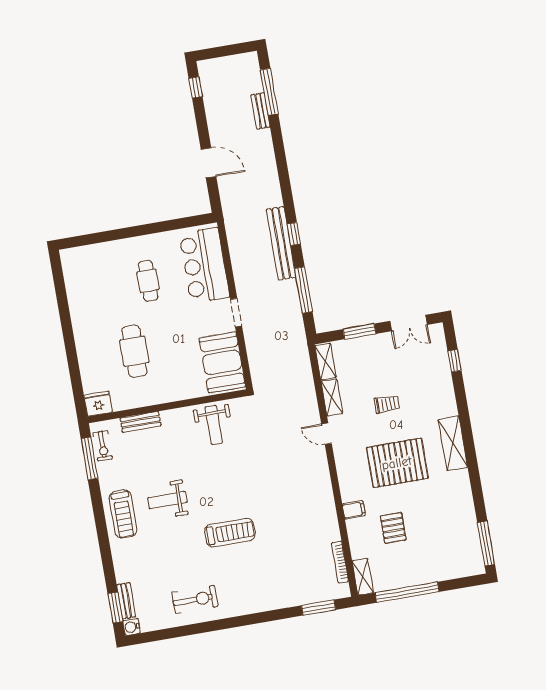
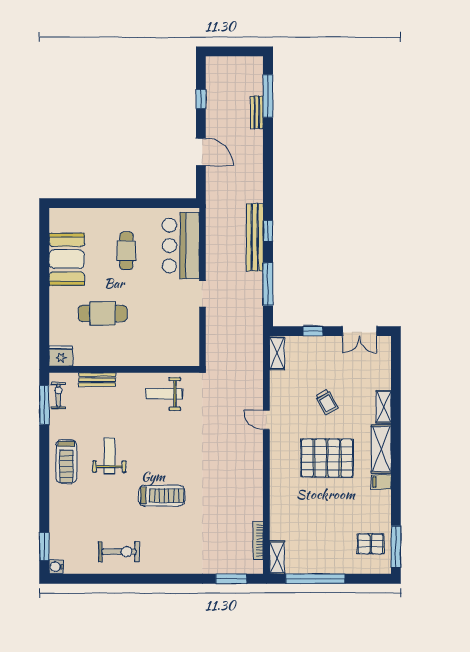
window: (196, 87) -> (201, 99), moved
window: (359, 331) -> (313, 331), width x0.67
cafe table: (134, 351) -> (103, 313), turned 90
window: (454, 361) -> (396, 373), removed
booth: (222, 362) -> (67, 259), moved
shelving: (332, 397) -> (384, 407), moved
trolley: (387, 404) -> (327, 402), turned 61
weight bench: (214, 425) -> (164, 394), turned 90
exercise bike: (103, 446) -> (58, 396), turned 180
weight bench: (167, 500) -> (109, 456), turned 90
filing cabinet: (354, 510) -> (381, 482), moved, turned 180
pallet: (393, 528) -> (371, 544), moved, turned 90
bench: (126, 601) -> (55, 542), removed

